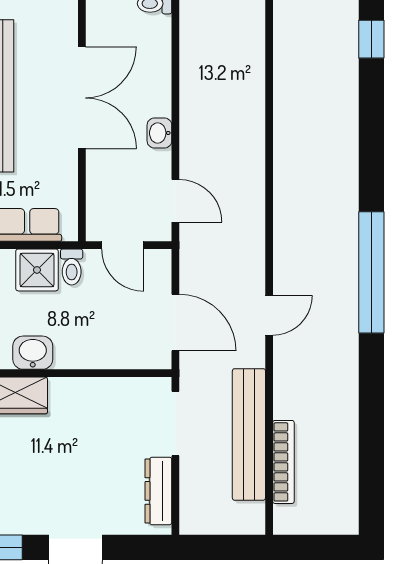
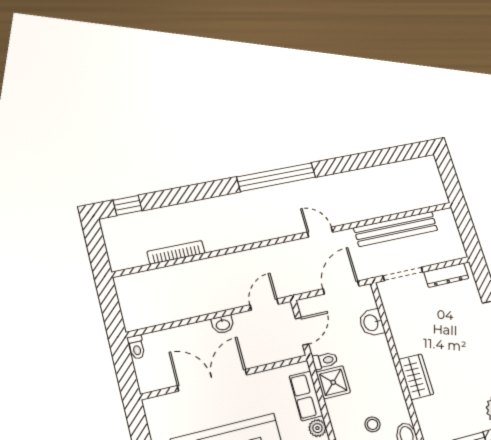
washbasin: (33, 353) -> (371, 323), moved
bookcase: (283, 462) -> (176, 252), moved

